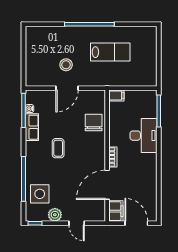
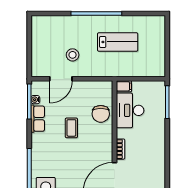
door: (67, 88) -> (61, 79), moved
chair: (94, 123) -> (101, 114), turned 180
desk: (143, 136) -> (130, 110), moved, turned 180
coffee table: (58, 148) -> (71, 128), moved

